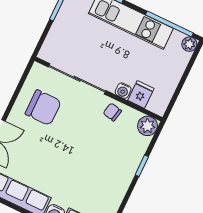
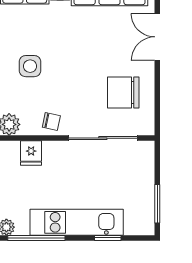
water cooler: (123, 91) -> (51, 148), removed
side table: (108, 165) -> (30, 66), added

